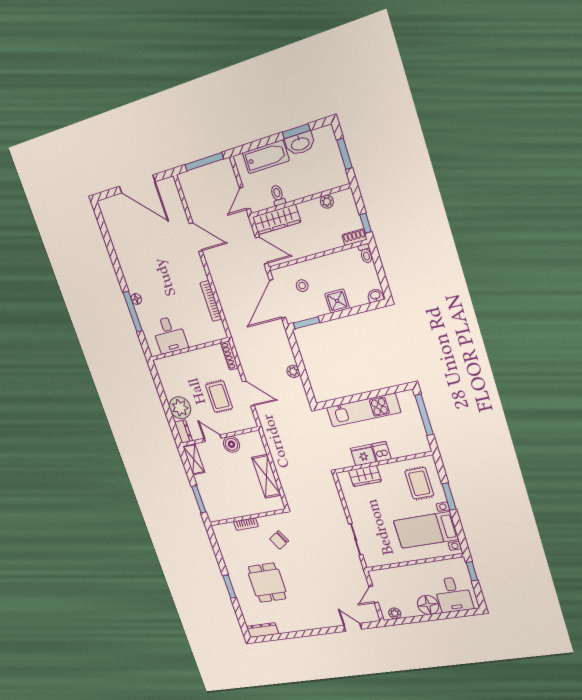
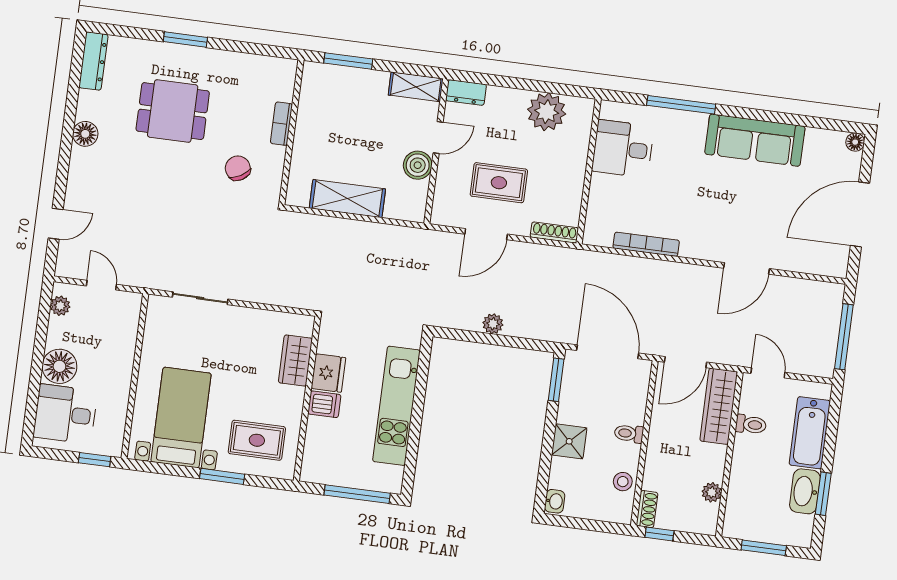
toilet: (366, 254) -> (629, 434), moved
sofa: (130, 263) -> (755, 140), added
stool: (302, 286) -> (623, 482), moved
floor lamp: (136, 299) -> (855, 142), moved
plant: (180, 408) -> (547, 112), moved
floor lamp: (300, 624) -> (85, 134), added

